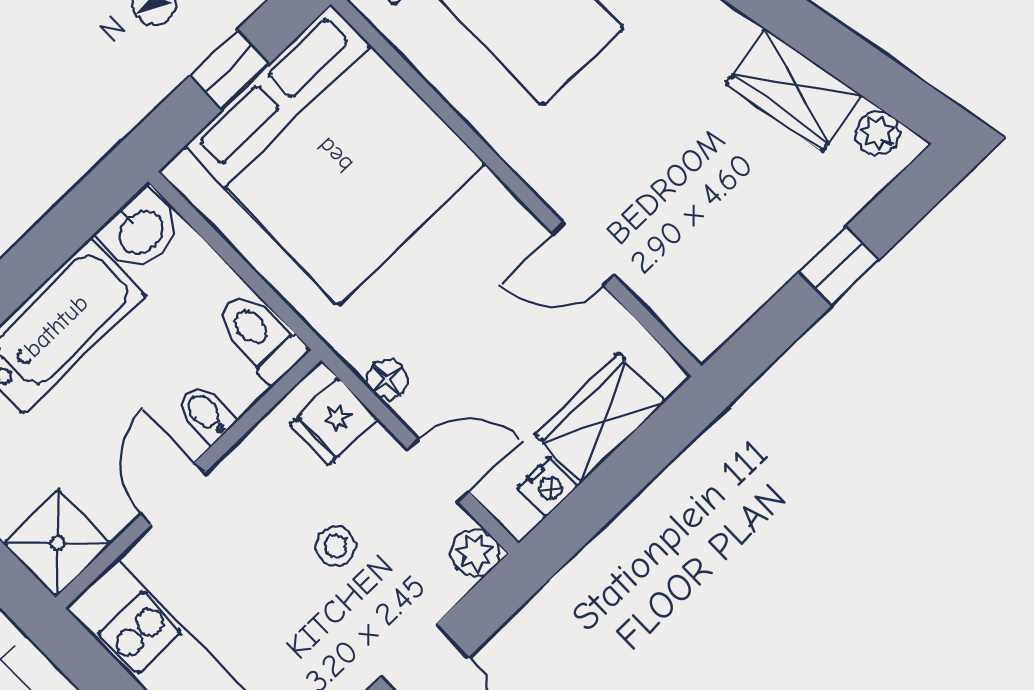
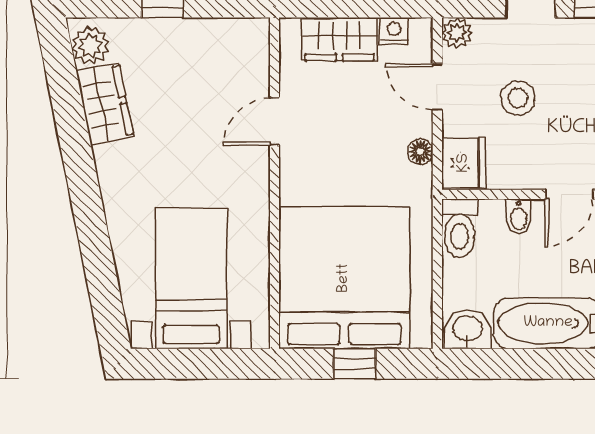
plant: (878, 133) -> (90, 45), width x1.38, depth x1.38
door: (583, 254) -> (275, 122), swing flipped
fridge: (334, 422) -> (464, 163), width x1.38
stool: (336, 546) -> (518, 98), width x1.37, depth x1.37

